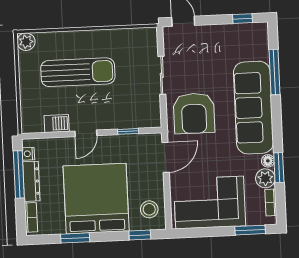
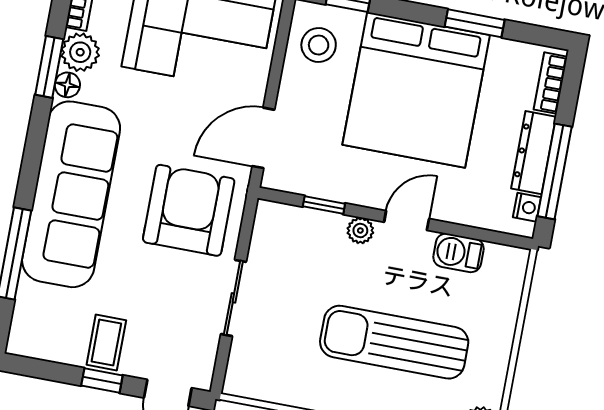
window: (242, 19) -> (102, 380), moved
coffee table: (219, 39) -> (106, 342), added
plant: (107, 123) -> (360, 230), added

